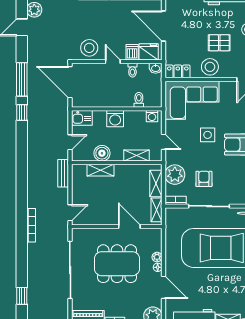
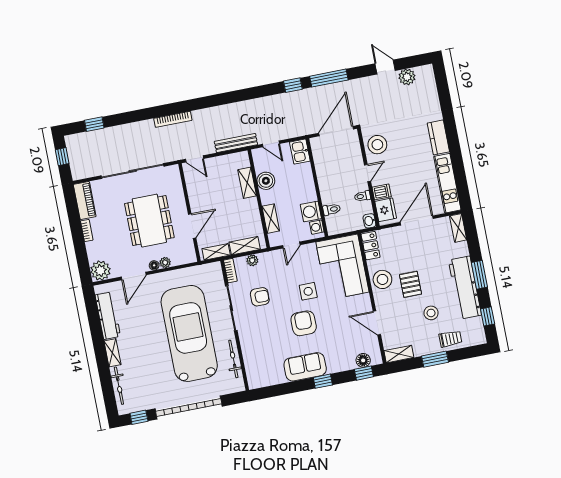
washing machine: (115, 119) -> (311, 211), moved
bench: (63, 173) -> (236, 143), width x1.36
plant: (175, 175) -> (252, 260), width x0.53, depth x0.53

